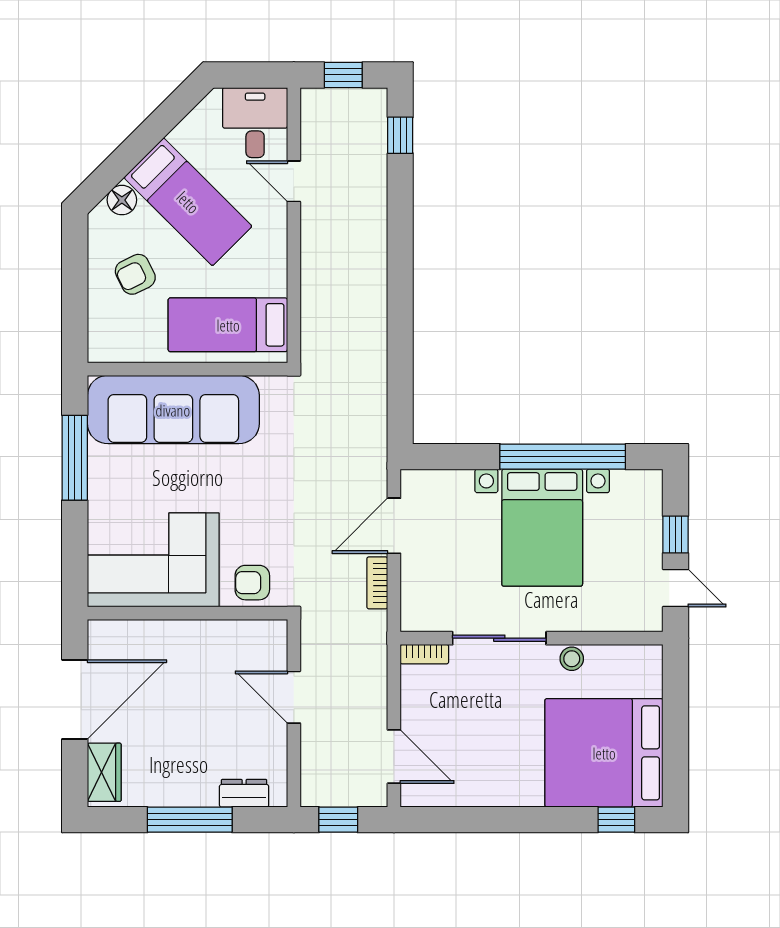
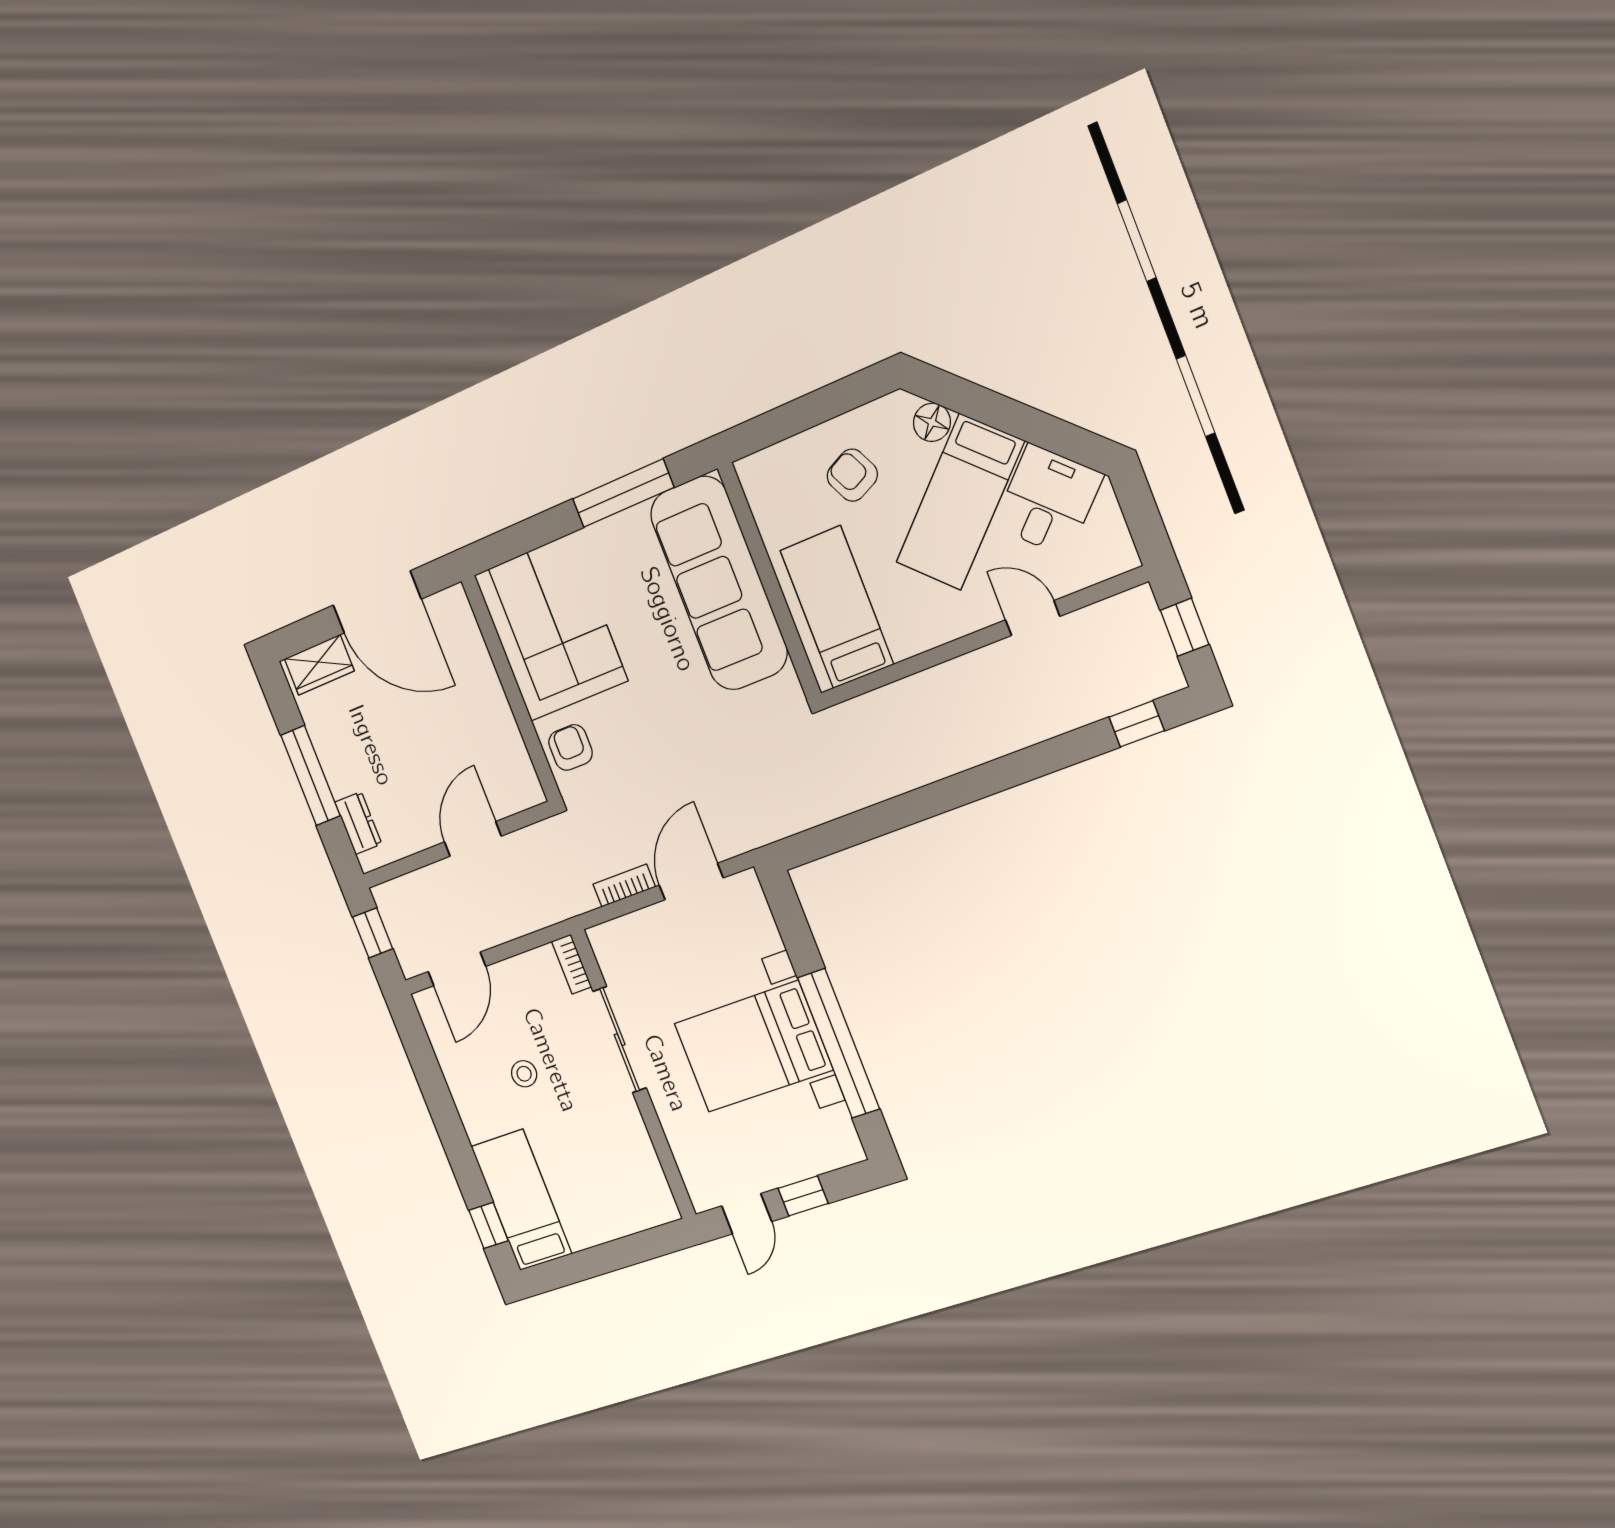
desk: (255, 123) -> (1048, 500), moved, turned -45
door: (294, 181) -> (1033, 618), hinge flipped
door: (394, 526) -> (691, 882), hinge flipped
stool: (572, 659) -> (524, 1074), moved
bed: (604, 753) -> (521, 1200), width x0.49

